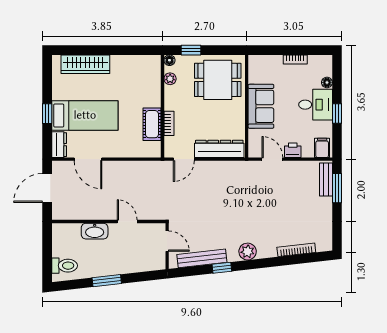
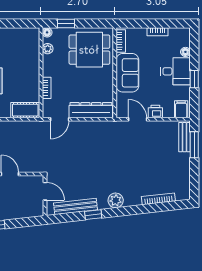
bookcase: (253, 70) -> (121, 41), added
cot: (152, 124) -> (25, 110), moved, turned 90

